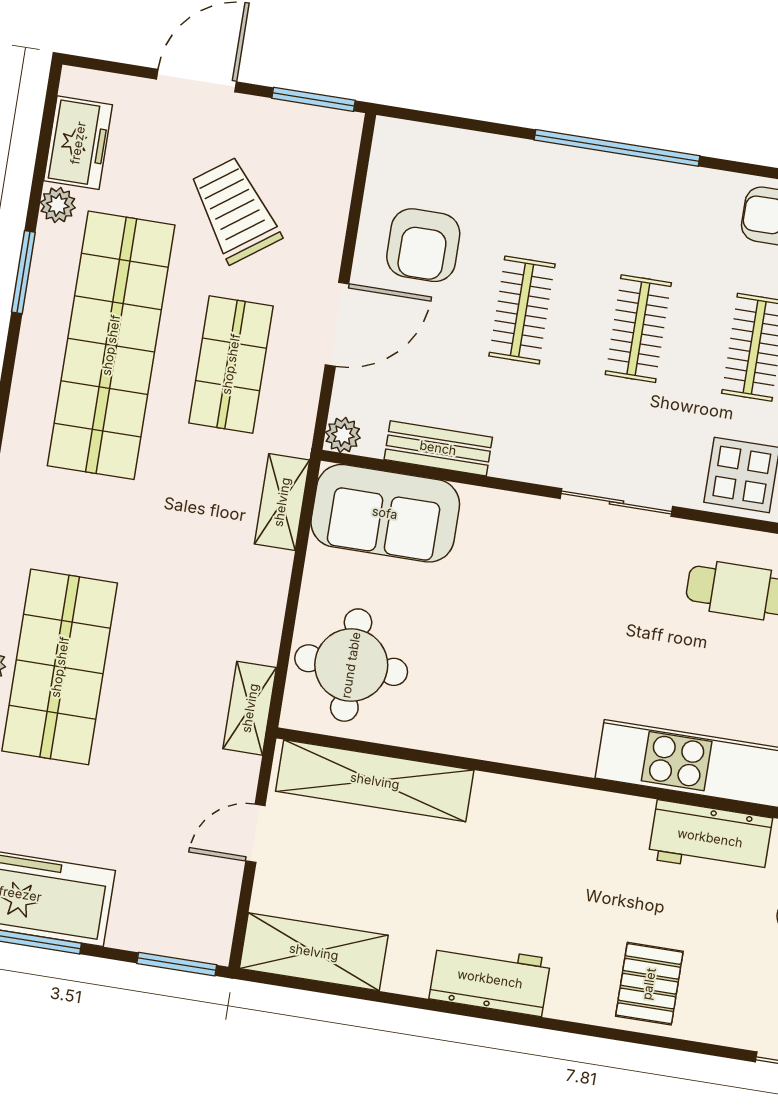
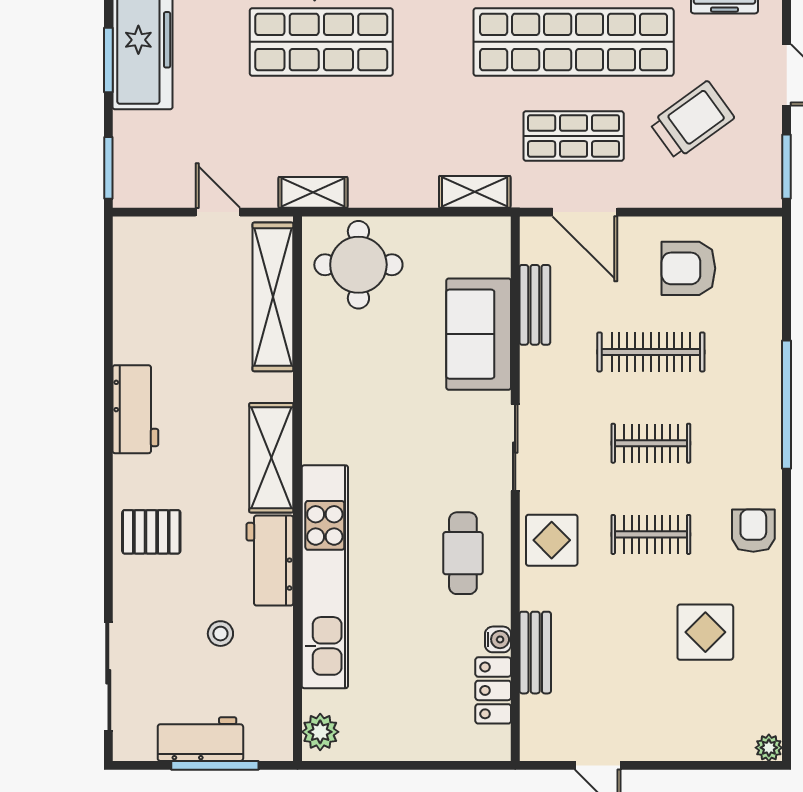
clothes rail: (522, 310) -> (651, 352), width x1.36
door: (337, 324) -> (585, 212), moved
plant: (343, 435) -> (533, 230), removed
sofa: (385, 513) -> (479, 334), moved
shelving: (314, 952) -> (271, 458), moved

